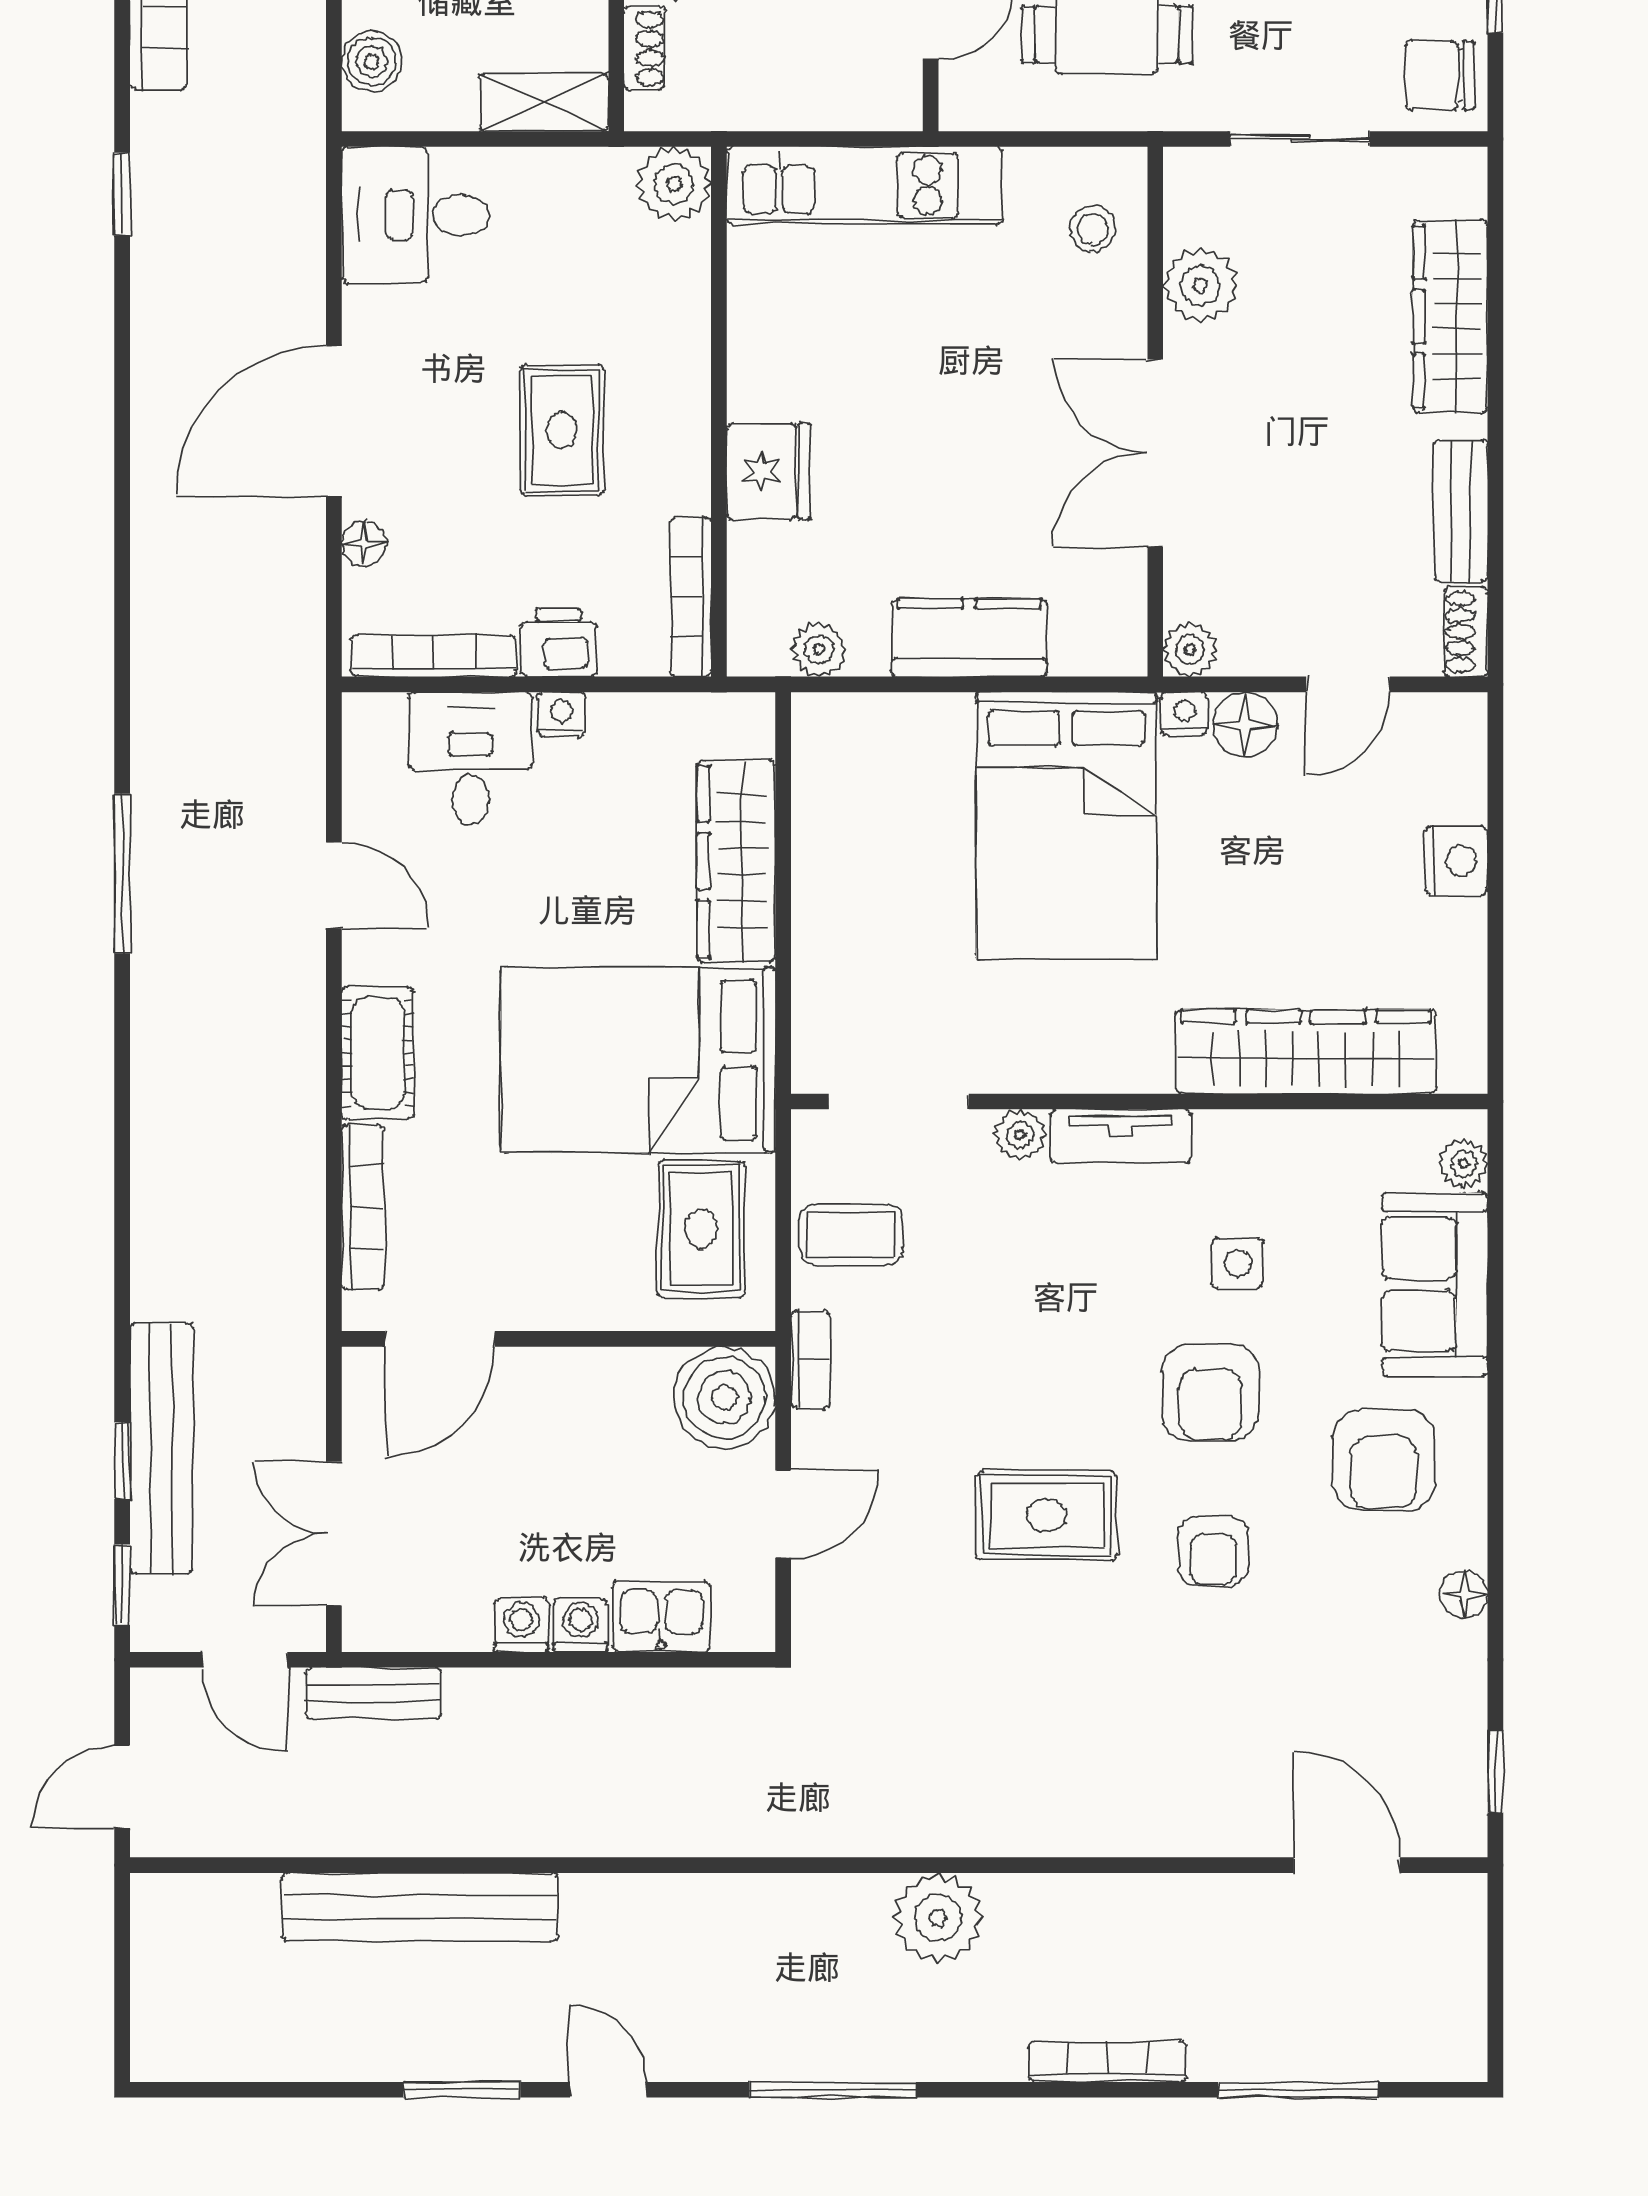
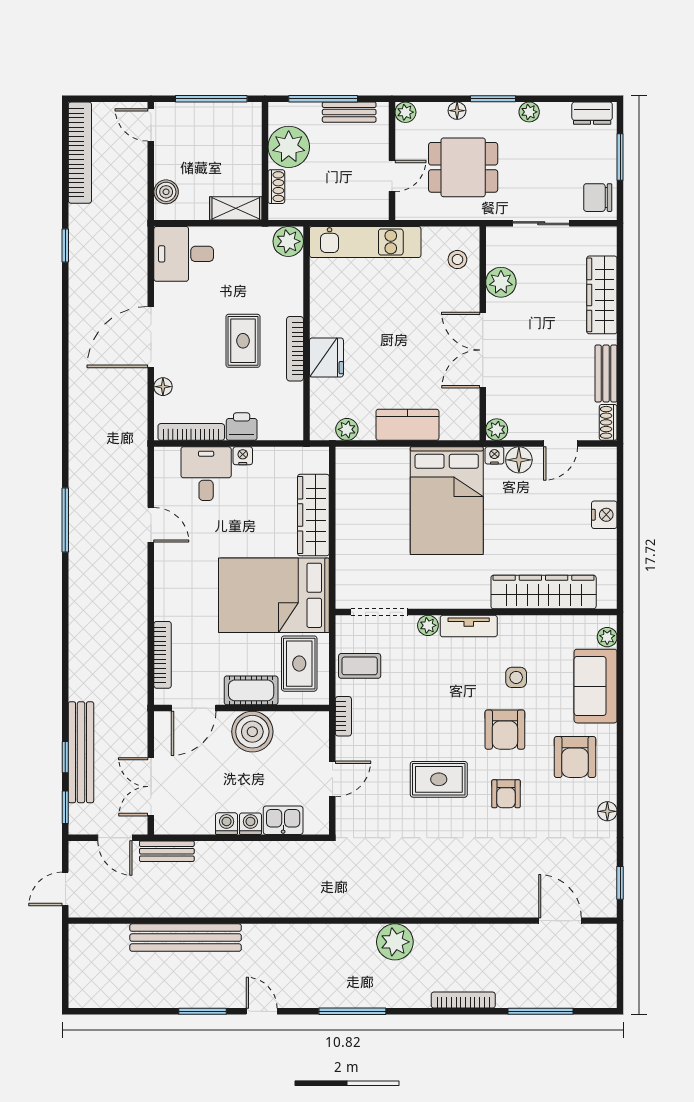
bookcase: (691, 597) -> (295, 349), moved
cot: (378, 1053) -> (251, 690), moved, turned 90
boiler: (725, 1397) -> (252, 732), moved

